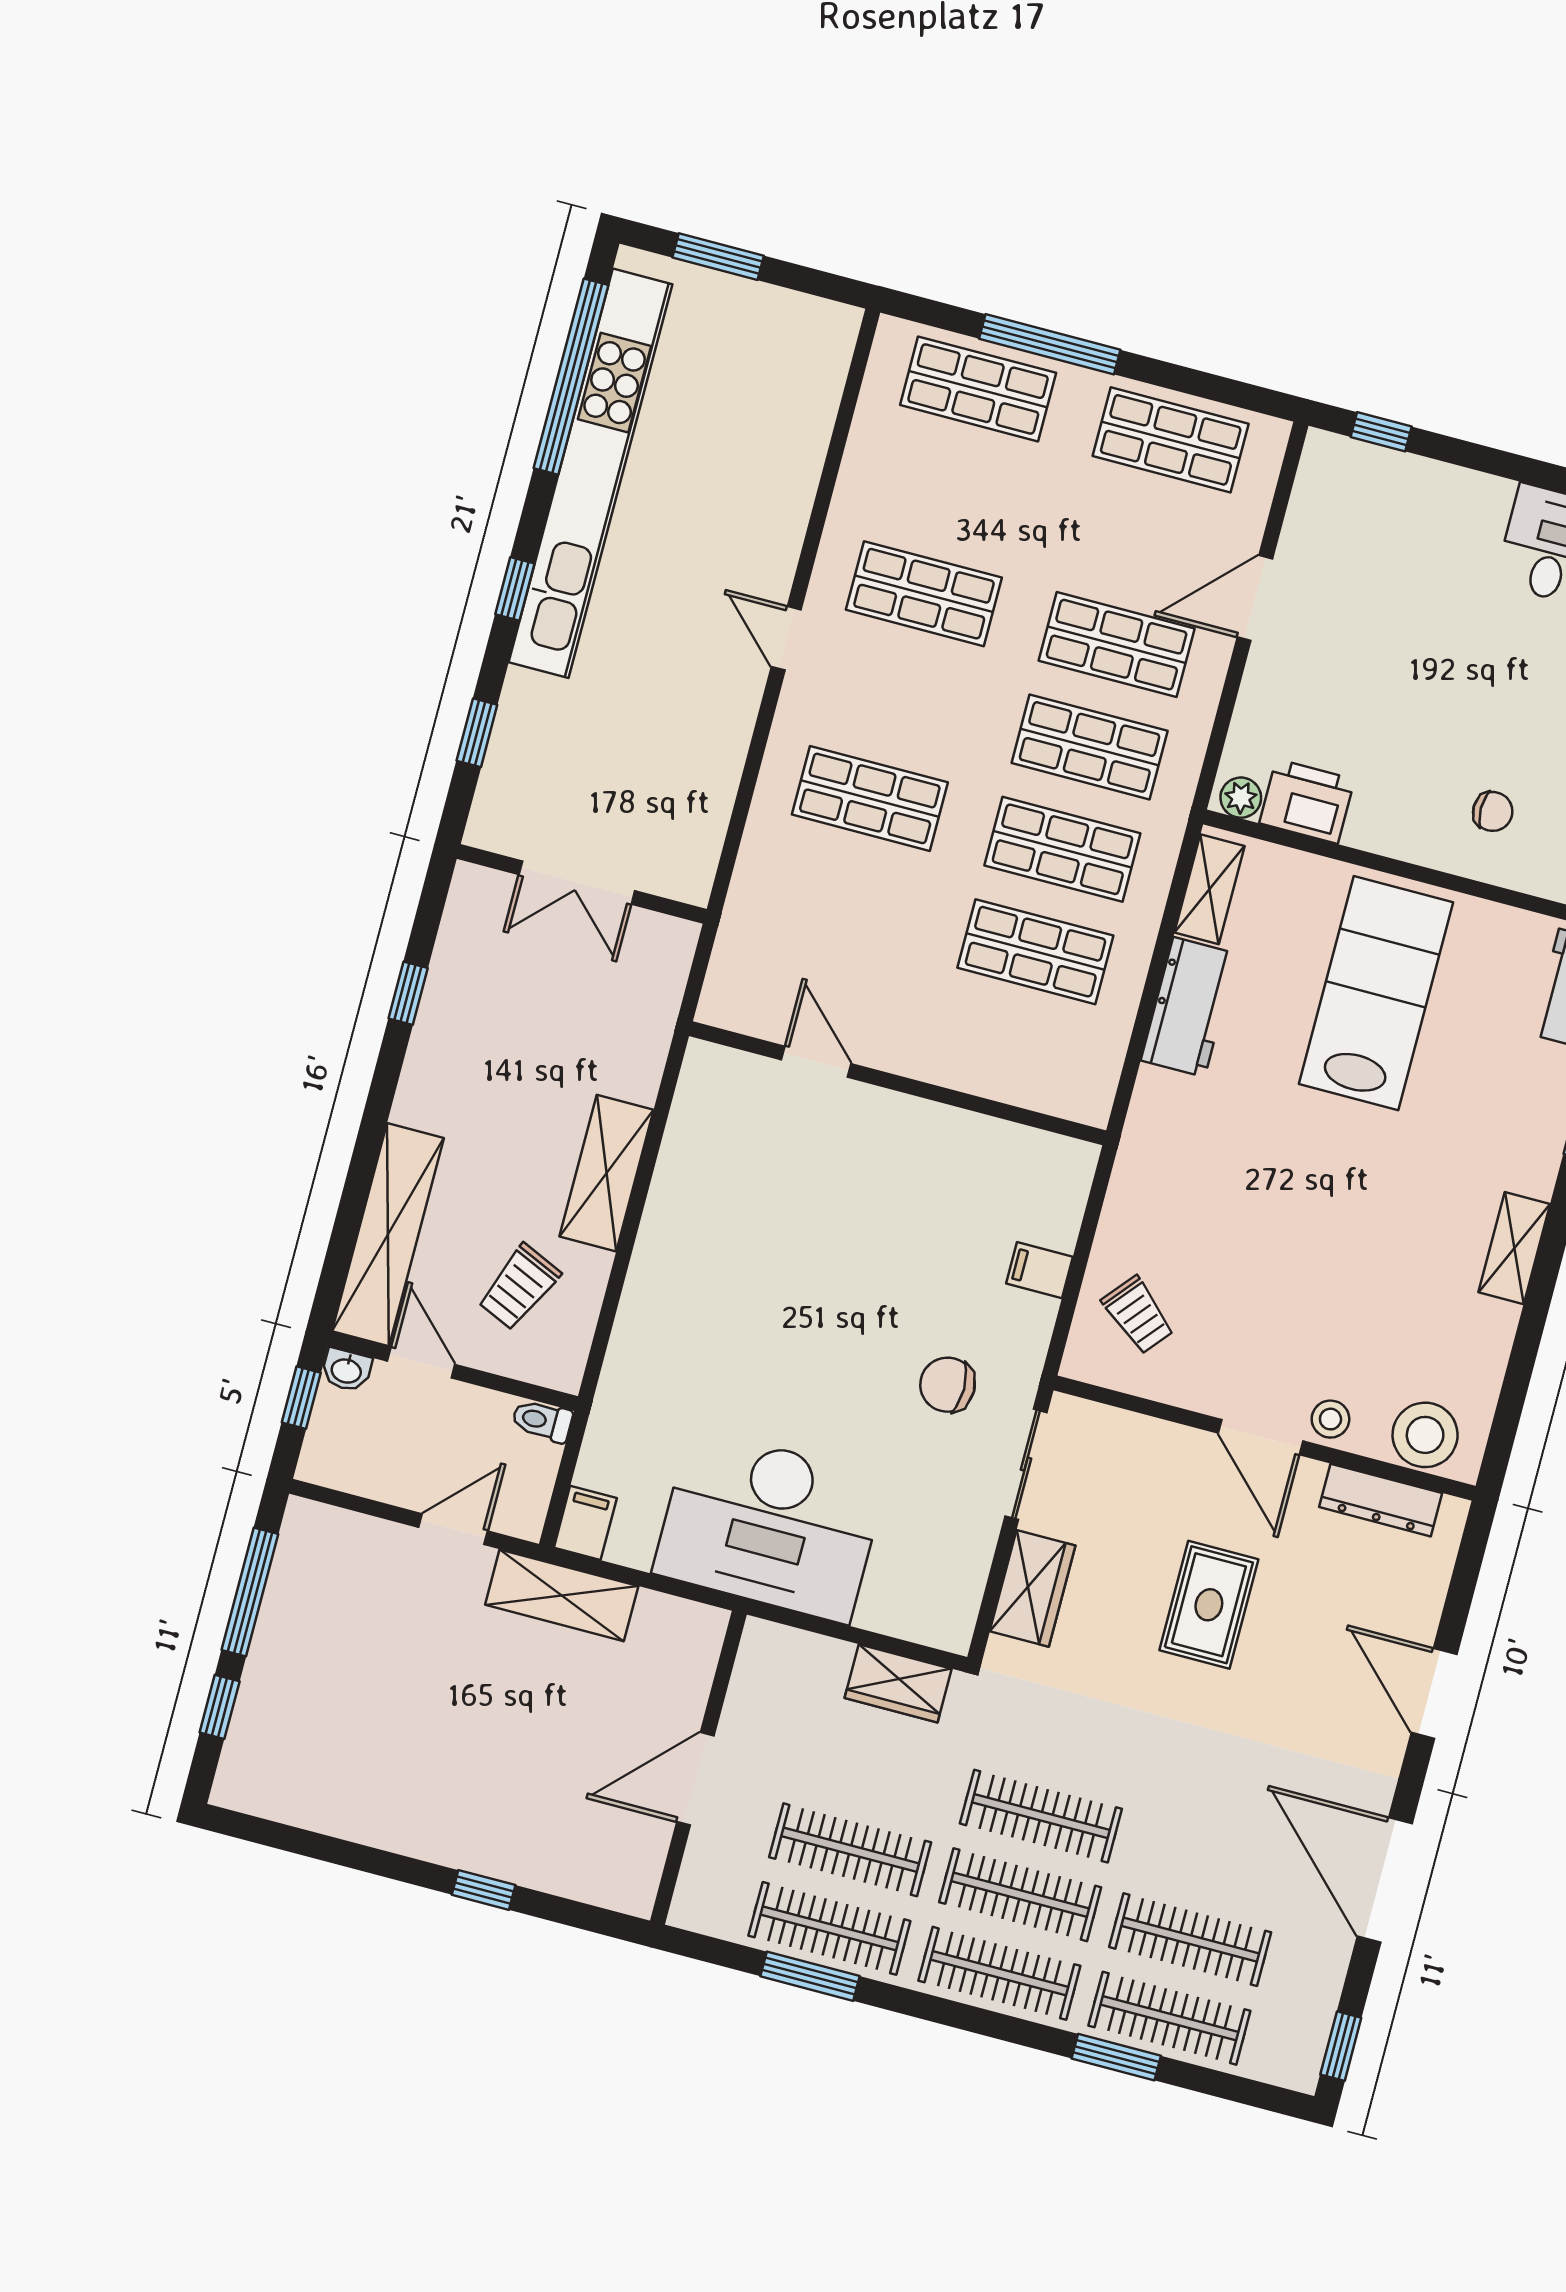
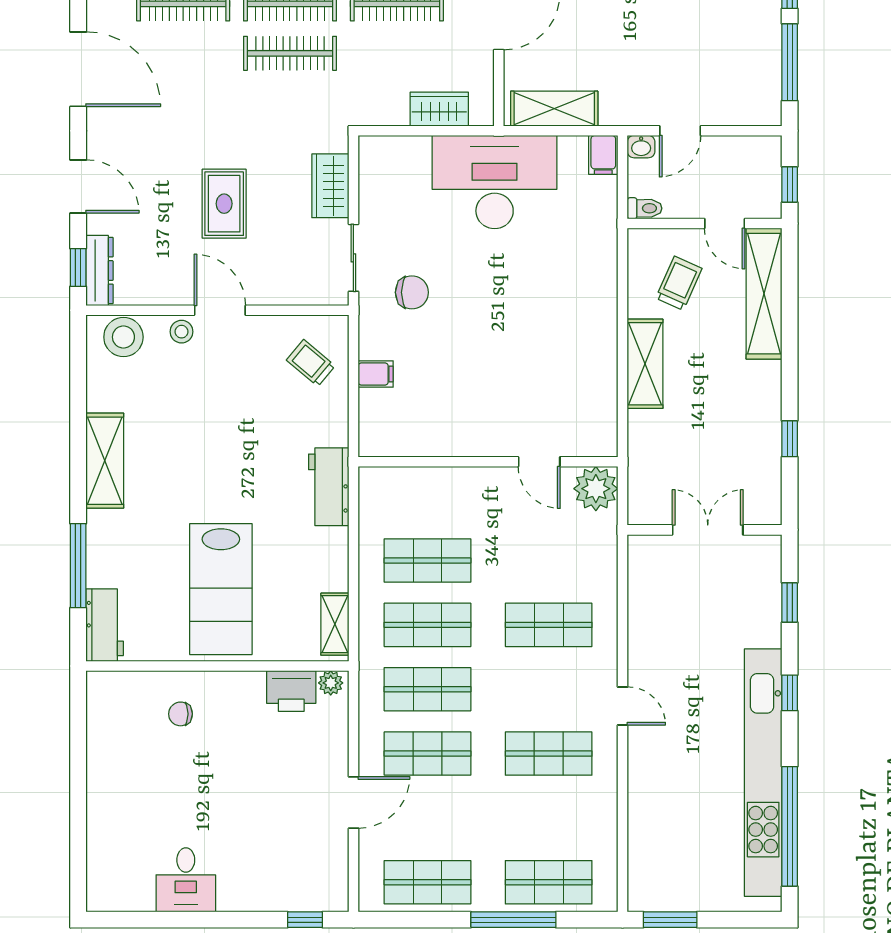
window: (718, 257) -> (670, 920), moved
plant: (737, 995) -> (596, 489), added
workbench: (1189, 1007) -> (329, 487), moved
shelving: (1514, 1248) -> (105, 461), width x1.50, depth x1.33
washbasin: (346, 1370) -> (641, 147), moved, turned 180
dresser: (1381, 1500) -> (99, 271), moved, turned 90
window: (1468, 1565) -> (78, 267), added
shelving: (562, 1595) -> (554, 109), moved
wardrobe: (898, 1683) -> (439, 109), moved

